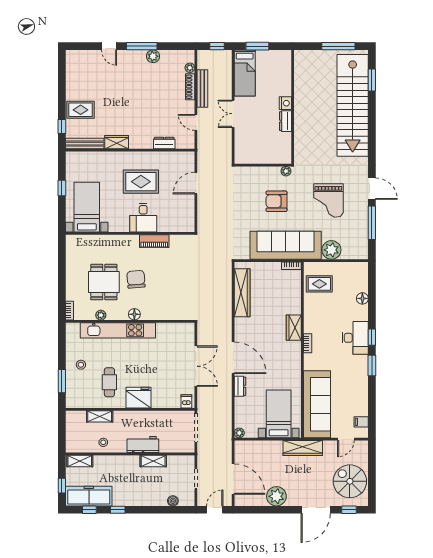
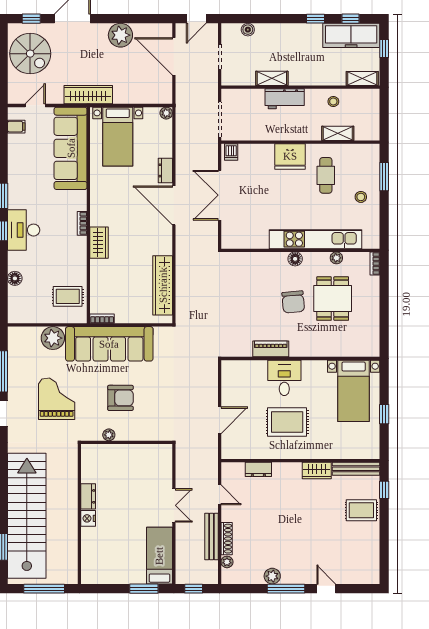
nightstand: (285, 103) -> (88, 518), moved
wall: (293, 107) -> (79, 514), moved
dresser: (285, 121) -> (88, 496), moved

